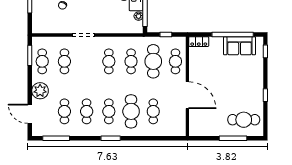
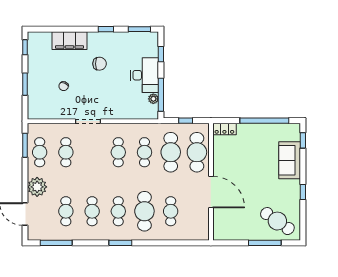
sofa: (240, 46) -> (290, 160), moved, turned 90
cafe table: (175, 61) -> (197, 152), width x1.37, depth x1.35
cafe table: (244, 120) -> (277, 221), turned 35

